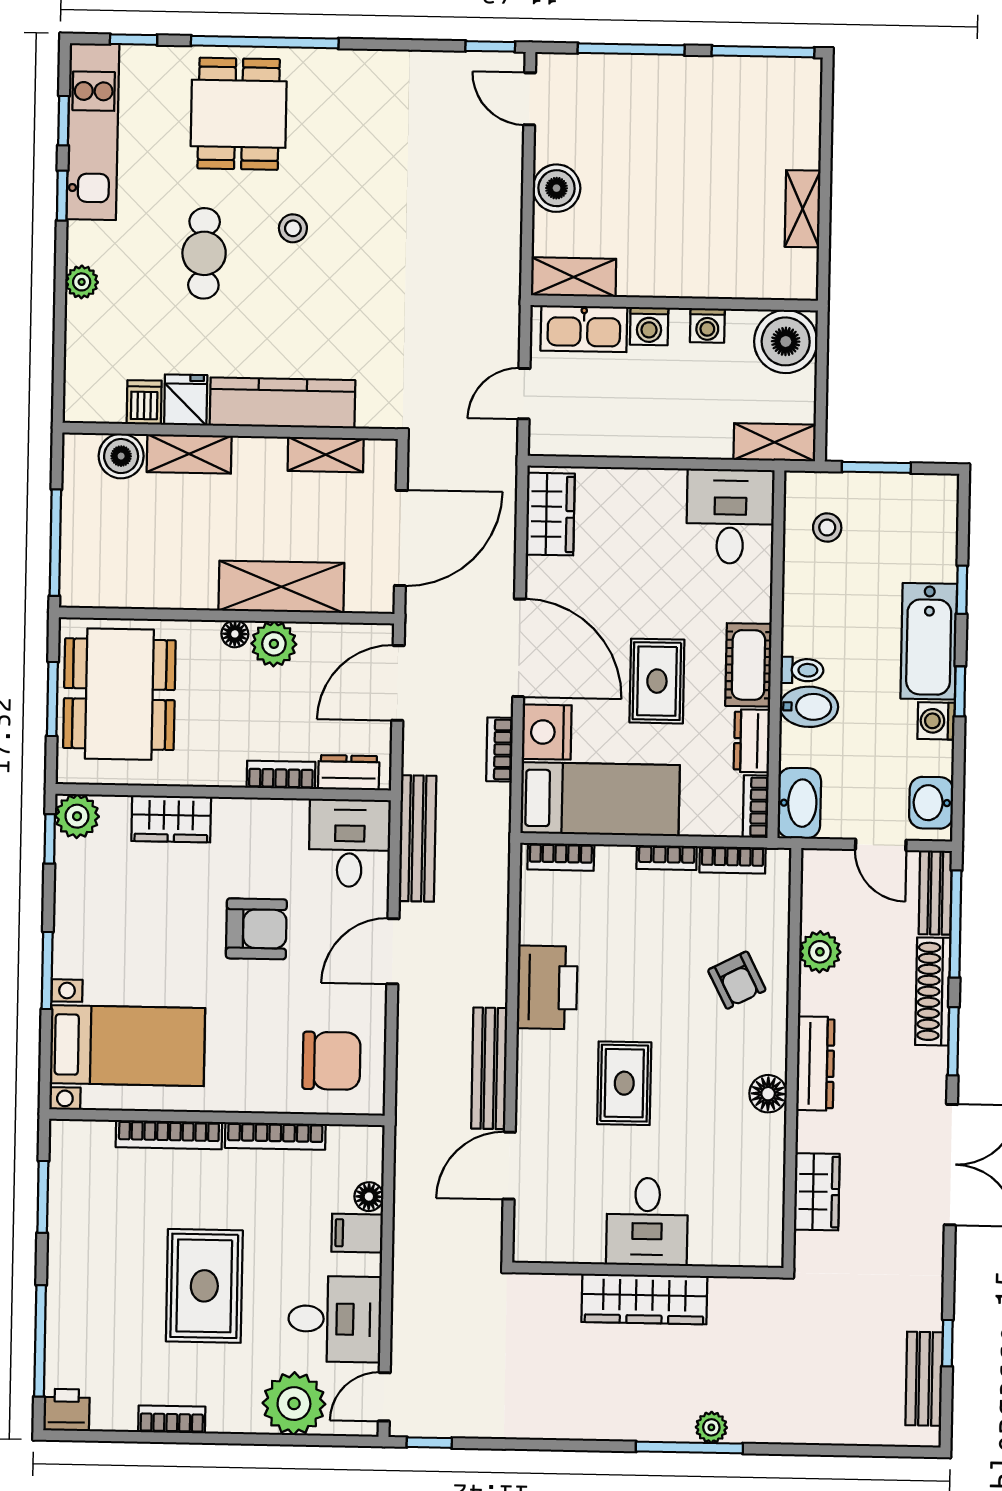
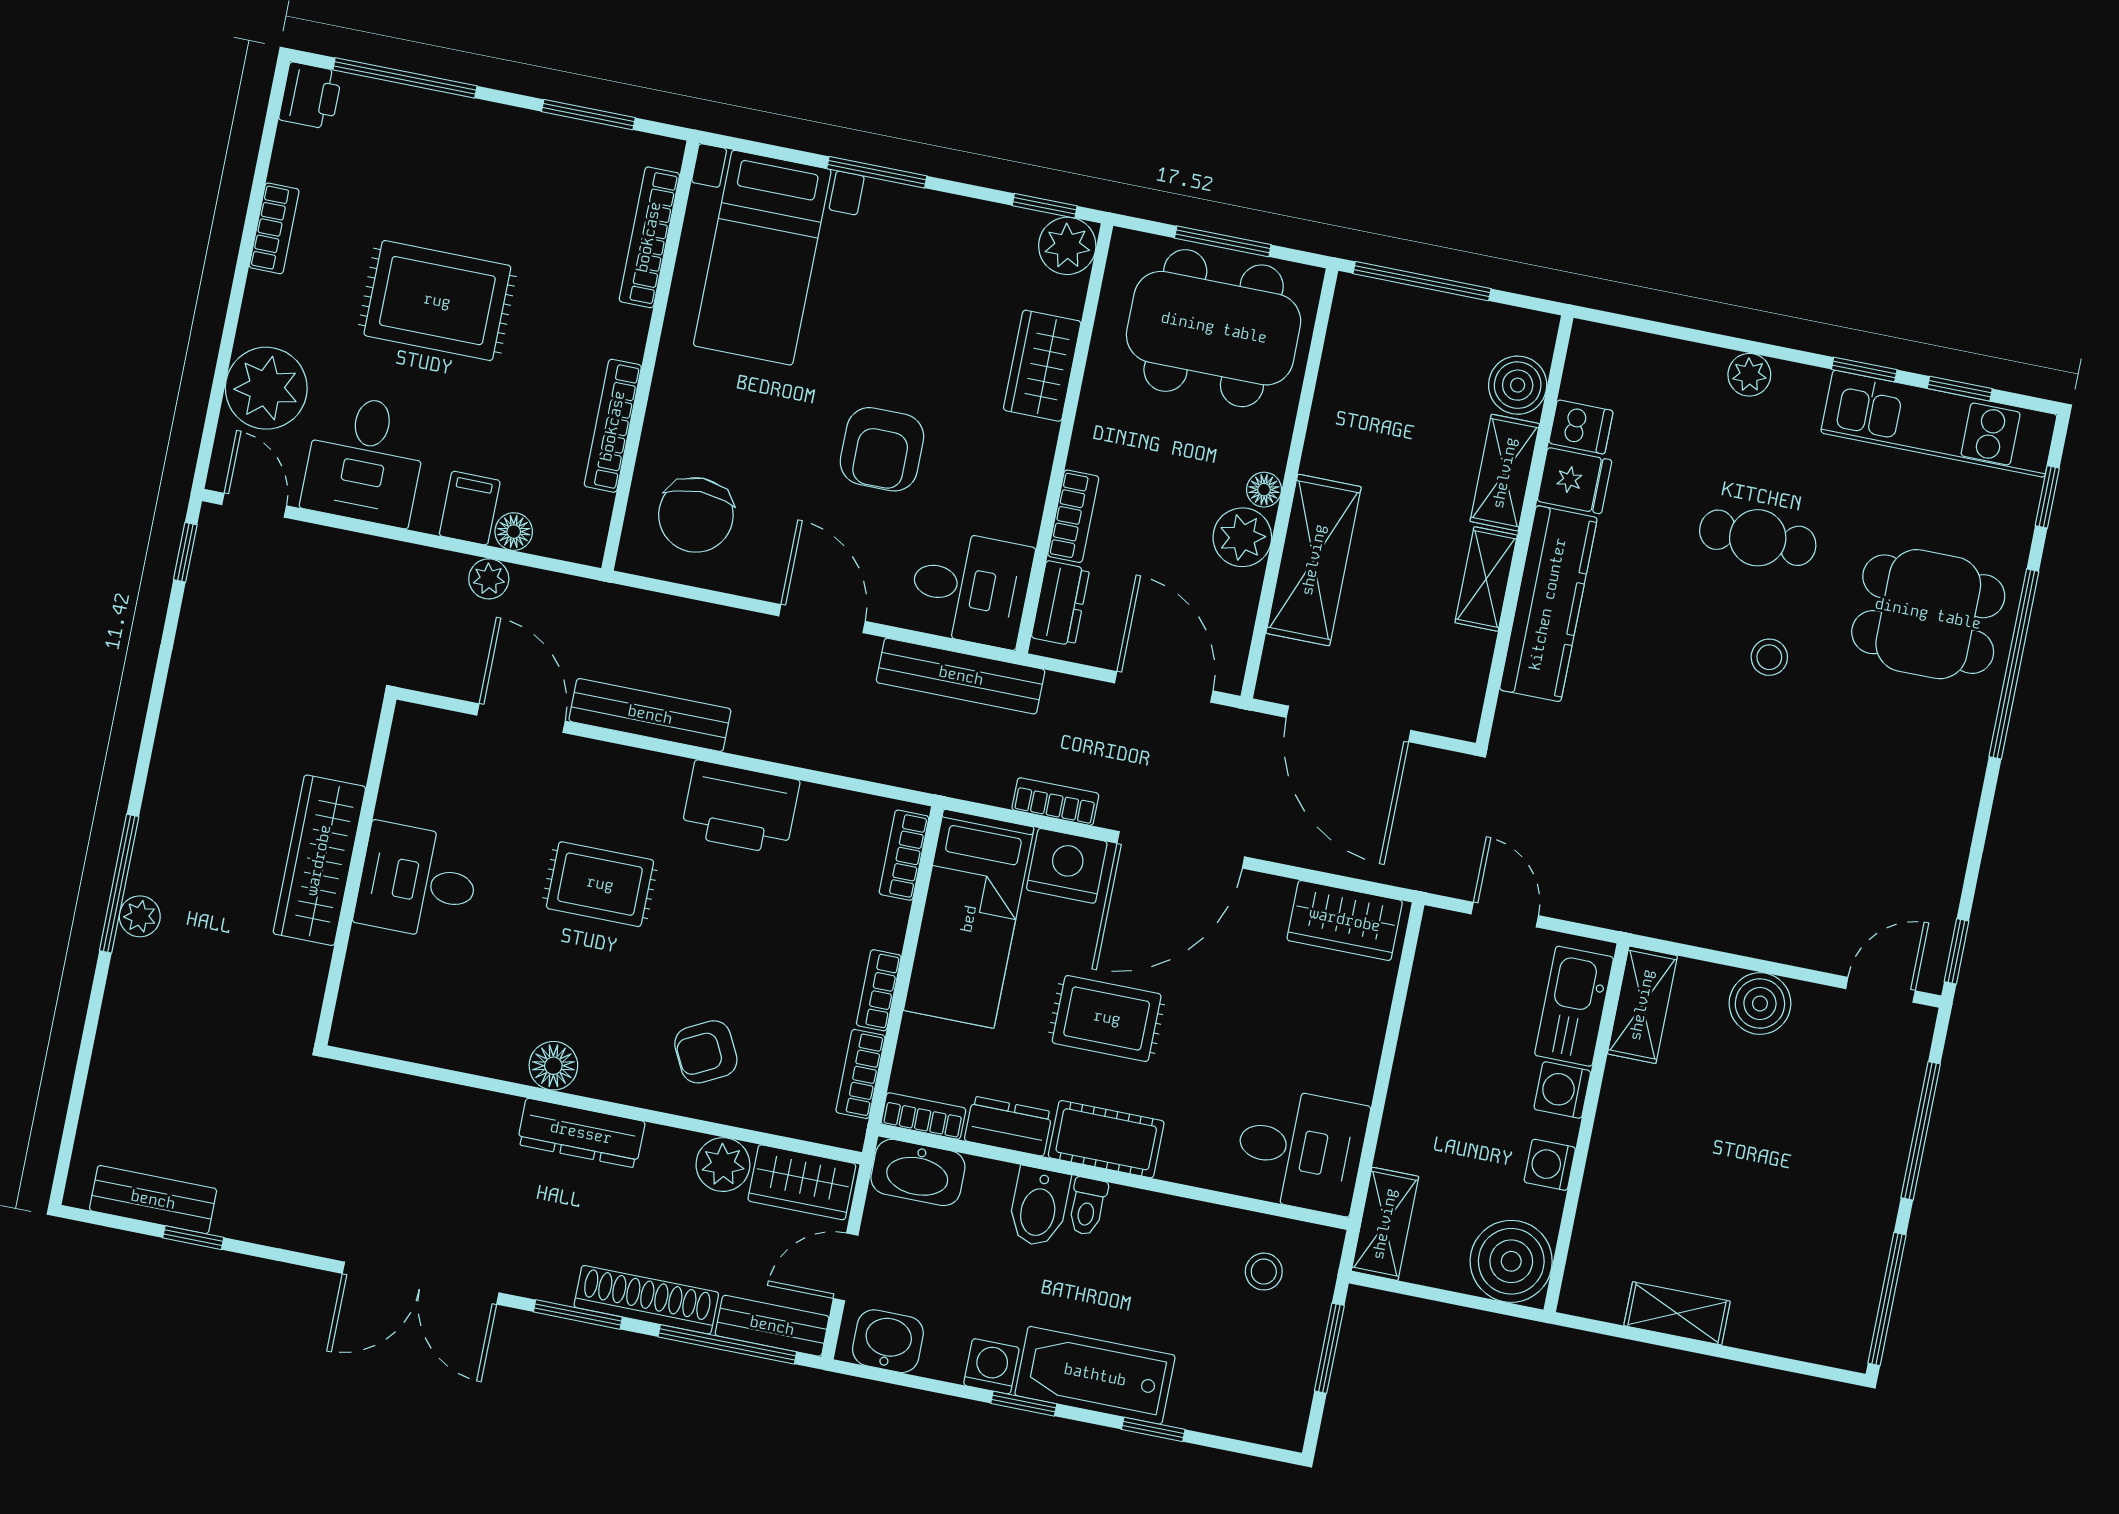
shelving: (326, 455) -> (1486, 579), moved
bookcase: (169, 1135) -> (649, 237), moved
wardrobe: (817, 1192) -> (802, 1182), moved
plant: (408, 1209) -> (489, 579), added

